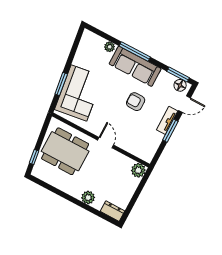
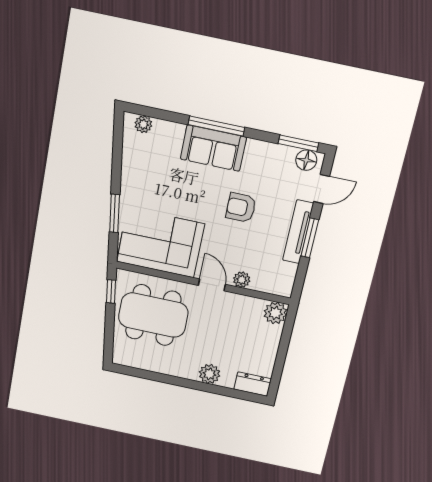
plant: (110, 47) -> (143, 124), moved
sofa: (135, 66) -> (213, 148), width x0.73
corner sofa: (79, 93) -> (160, 243), moved, turned -82
tv unit: (167, 120) -> (298, 232), width x1.41
plant: (124, 144) -> (242, 280), added
window: (34, 157) -> (111, 291), moved

